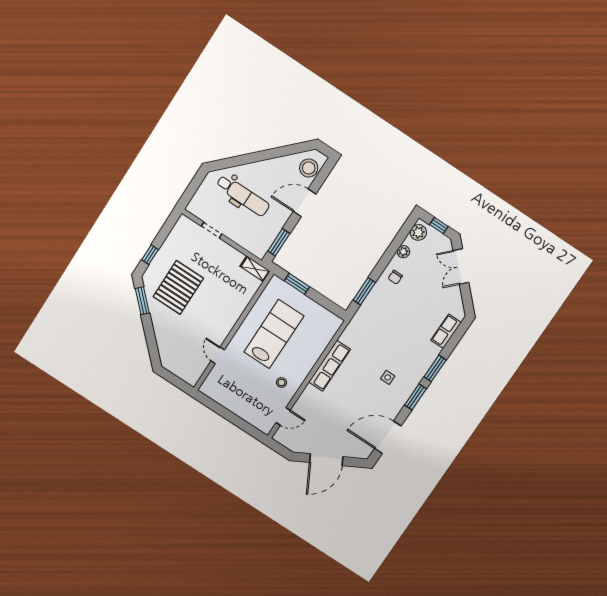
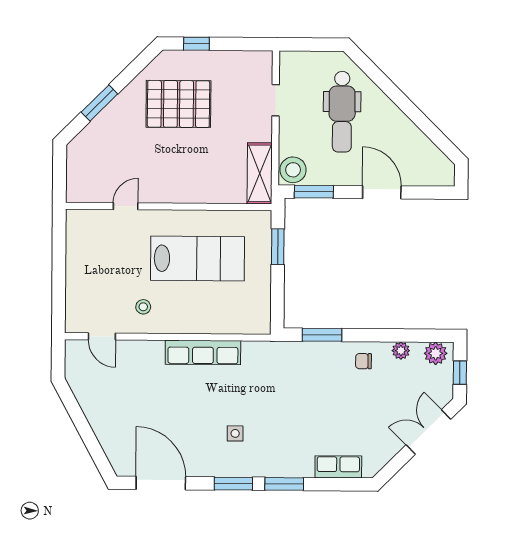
stool: (309, 168) -> (293, 170), moved
shelving: (255, 269) -> (260, 173), width x1.50, depth x1.33
window: (142, 301) -> (99, 103), moved
door: (326, 460) -> (82, 425), removed

